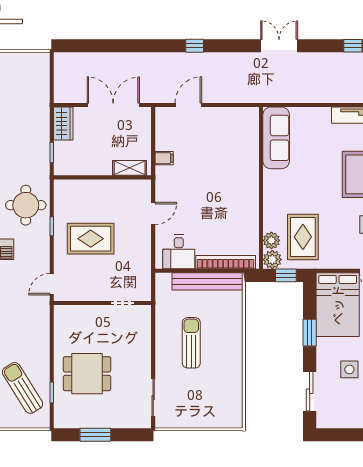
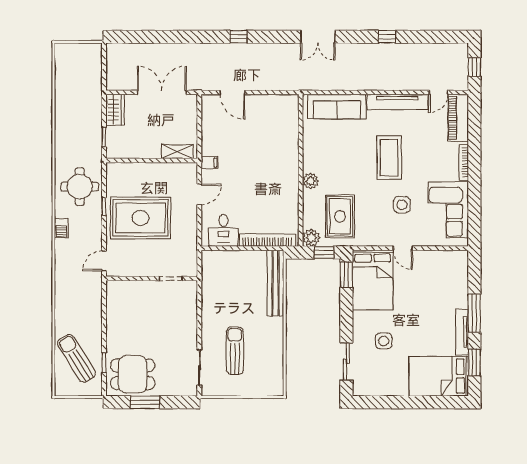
double door: (279, 46) -> (318, 37), swing flipped
door: (188, 105) -> (232, 92), swing flipped
sofa: (276, 138) -> (337, 107), moved, turned 90
filing cabinet: (164, 158) -> (210, 163), moved
rug: (91, 239) -> (141, 218), width x1.37, depth x1.44
plant: (271, 240) -> (310, 181), moved
bench: (207, 281) -> (276, 283), moved, turned 90
window: (310, 333) -> (346, 275), moved
sun lounger: (191, 343) -> (235, 351), moved
dining table: (87, 374) -> (133, 374), moved

